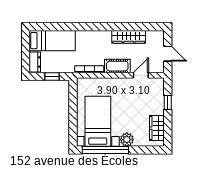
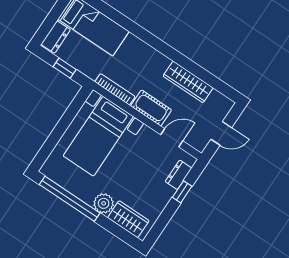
door: (168, 54) -> (221, 133), hinge flipped
dresser: (159, 94) -> (178, 175), added
bed with nightstands: (98, 121) -> (98, 136), moved, turned 180
wardrobe: (157, 128) -> (128, 219), moved, turned 90

